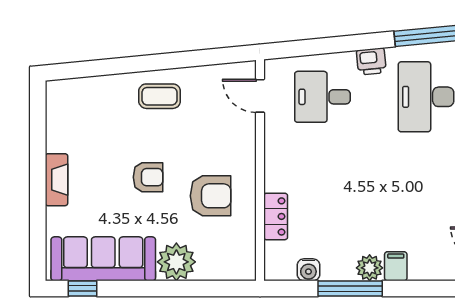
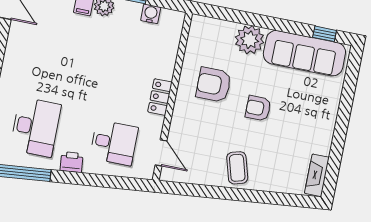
coffee table: (160, 96) -> (237, 168), turned 74
fireplace: (56, 180) -> (317, 175), moved
locker: (276, 216) -> (160, 97), moved

